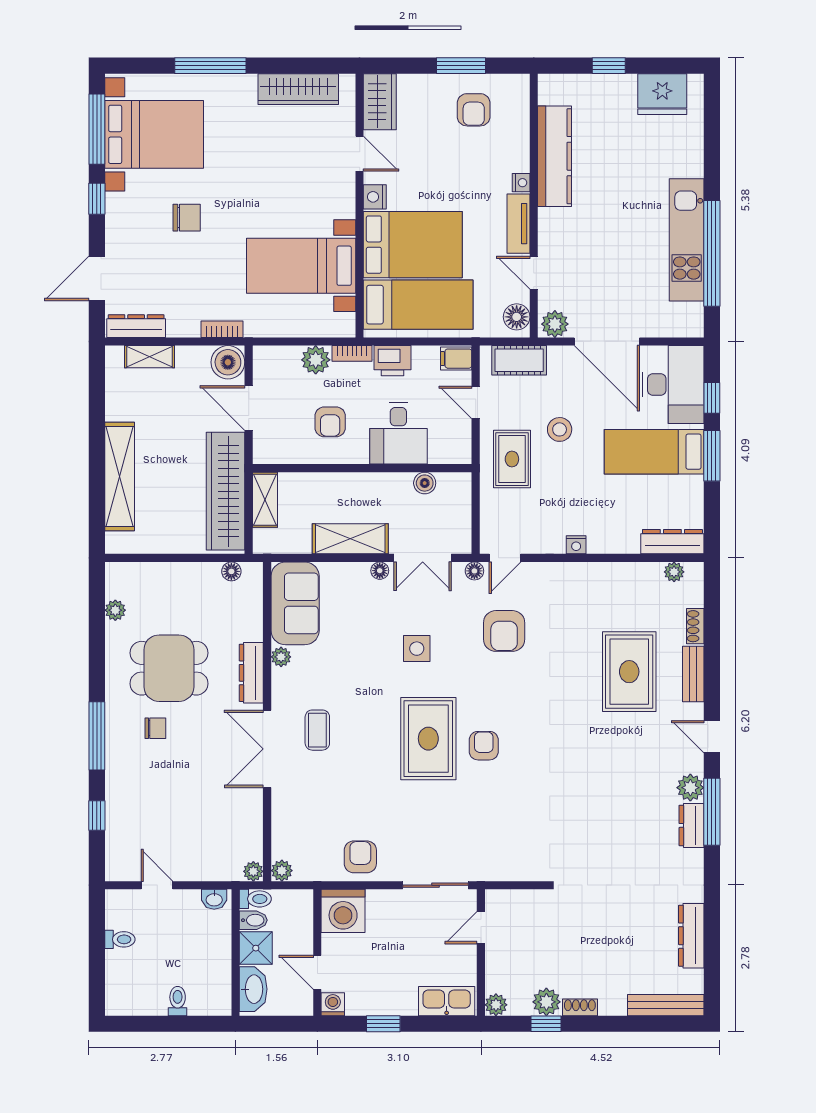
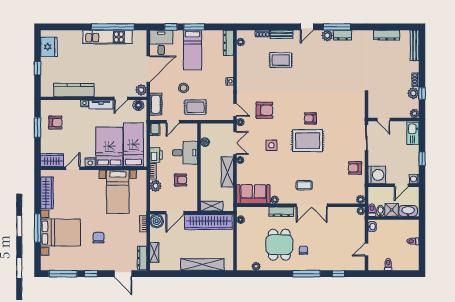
bed with nightstands: (154, 134) -> (61, 233), moved, turned 90
desk: (673, 384) -> (161, 42), width x0.73
rug: (629, 672) -> (281, 60), width x0.73, depth x0.70

